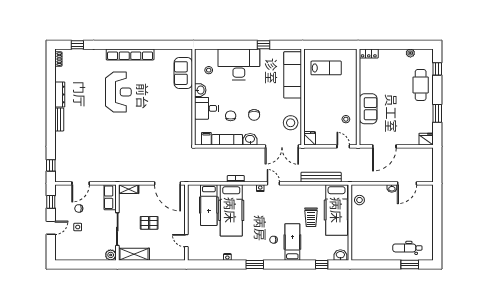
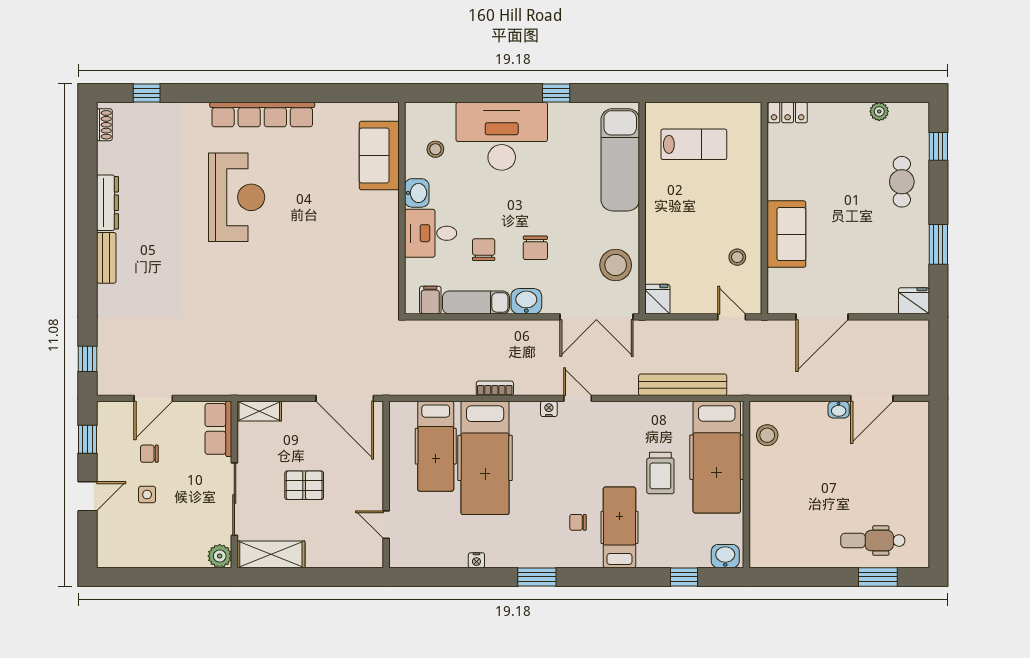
cafe table: (421, 85) -> (902, 182), width x0.73, depth x0.74

